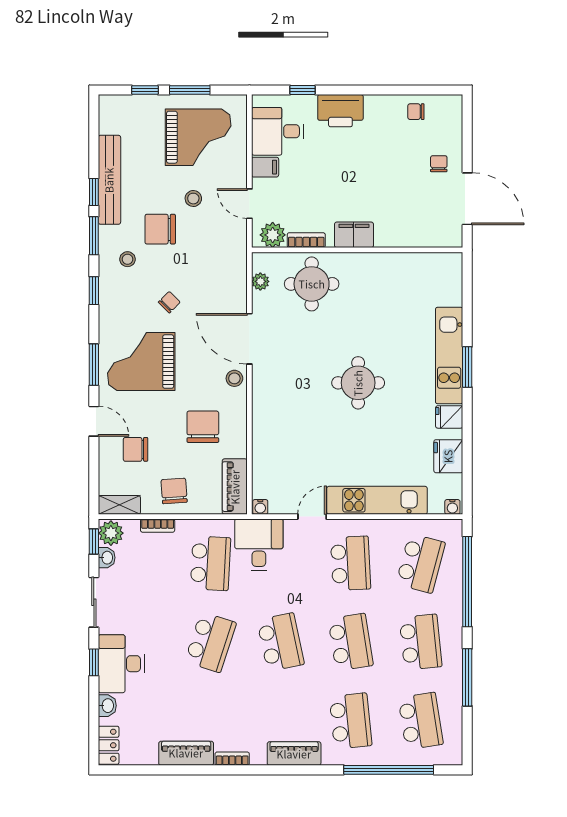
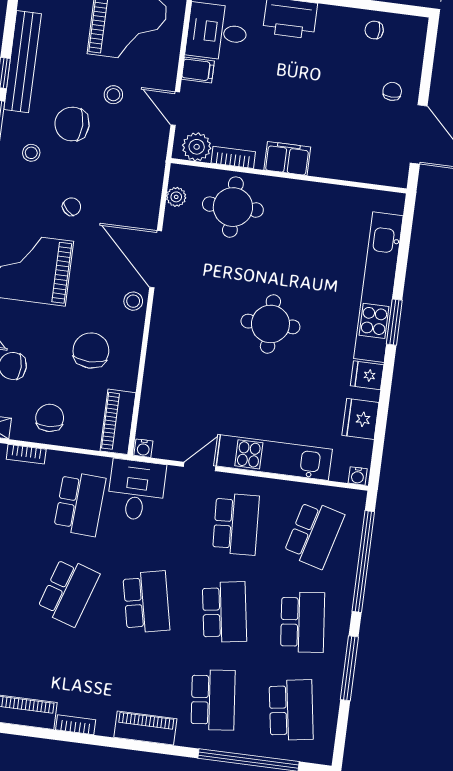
kitchen unit: (449, 356) -> (378, 287), width x1.36

